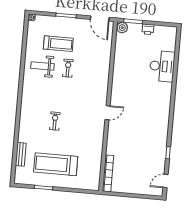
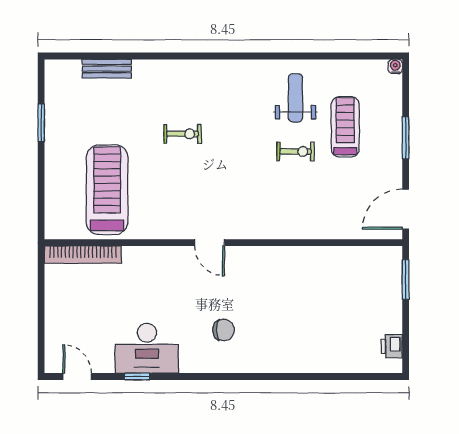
plant: (122, 28) -> (390, 258), removed
printer: (148, 29) -> (392, 346), moved
treadmill: (58, 44) -> (345, 127), turned 180
desk: (162, 66) -> (147, 348), moved
chair: (150, 110) -> (223, 330), added
treadmill: (56, 164) -> (107, 190), moved

